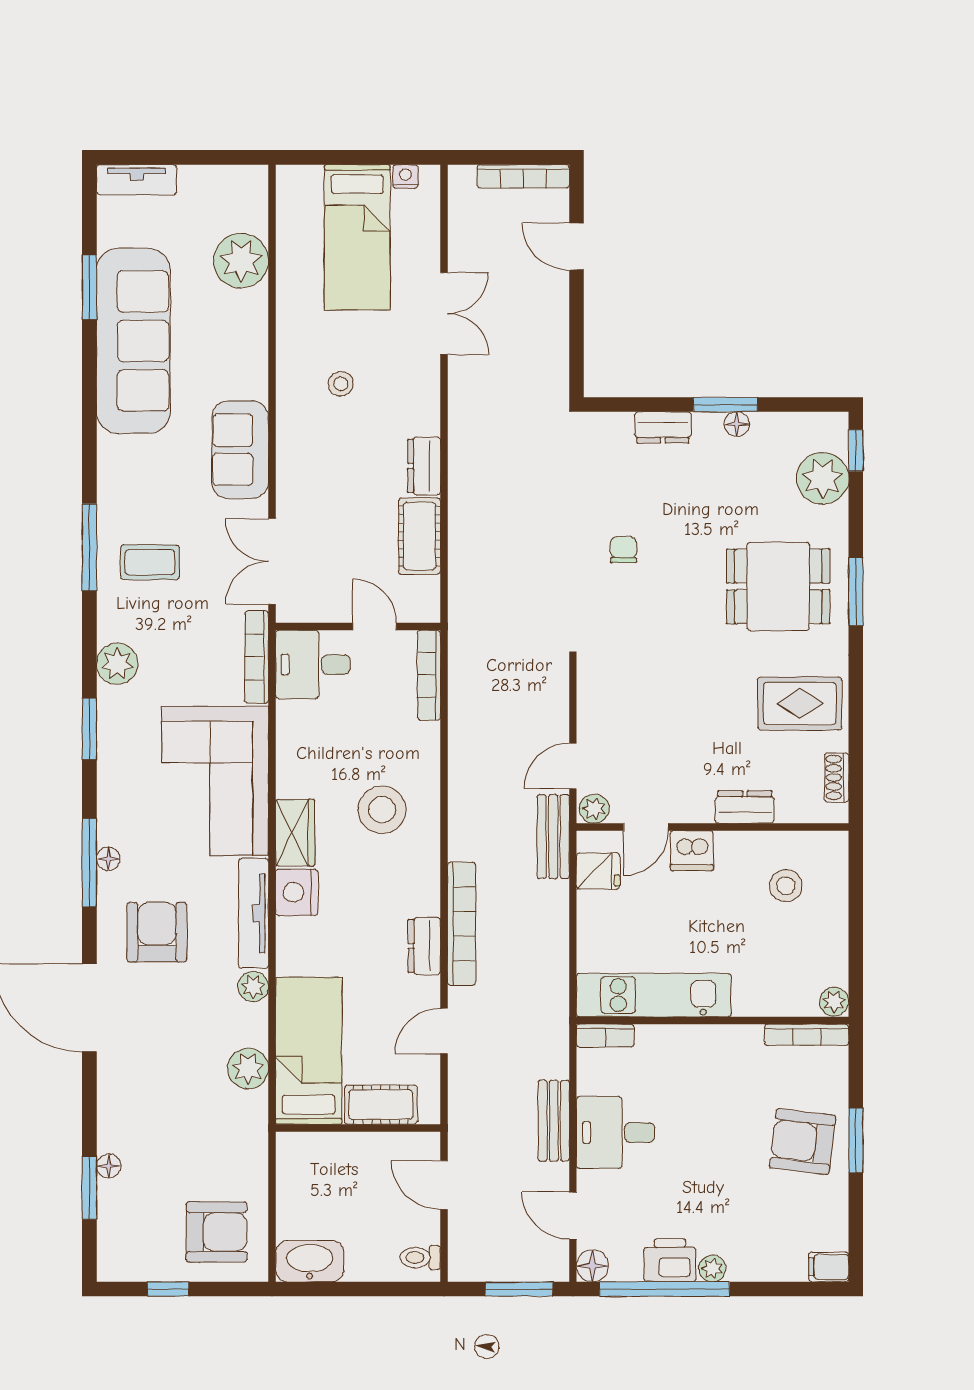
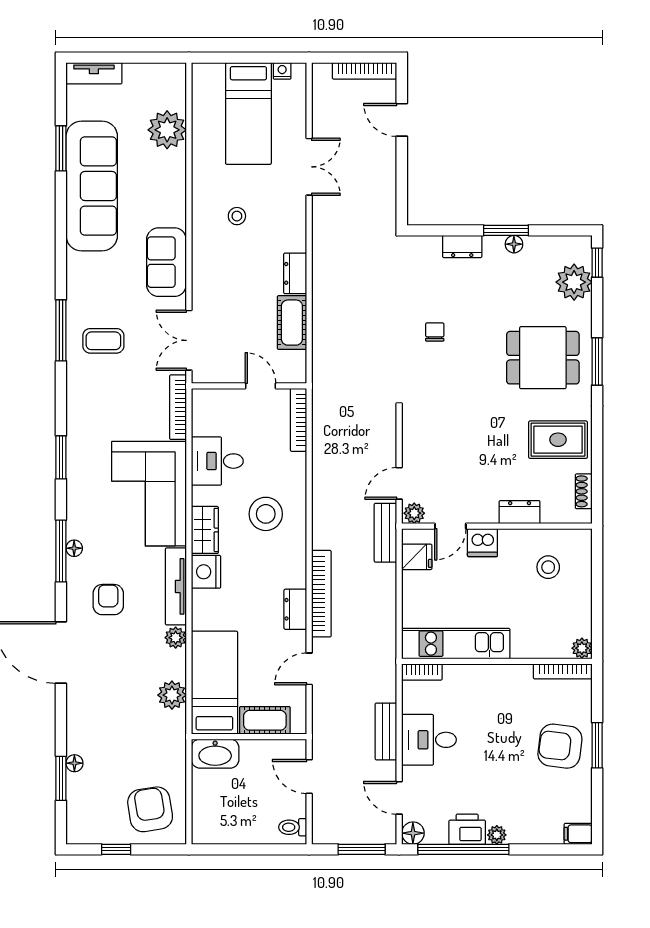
plant: (117, 664) -> (81, 412), removed
desk: (313, 665) -> (217, 461), moved
armchair: (157, 932) -> (108, 600), width x0.72, depth x0.72
armchair: (217, 1232) -> (150, 809), turned -99
washbasin: (310, 1261) -> (215, 754), moved, turned 180

